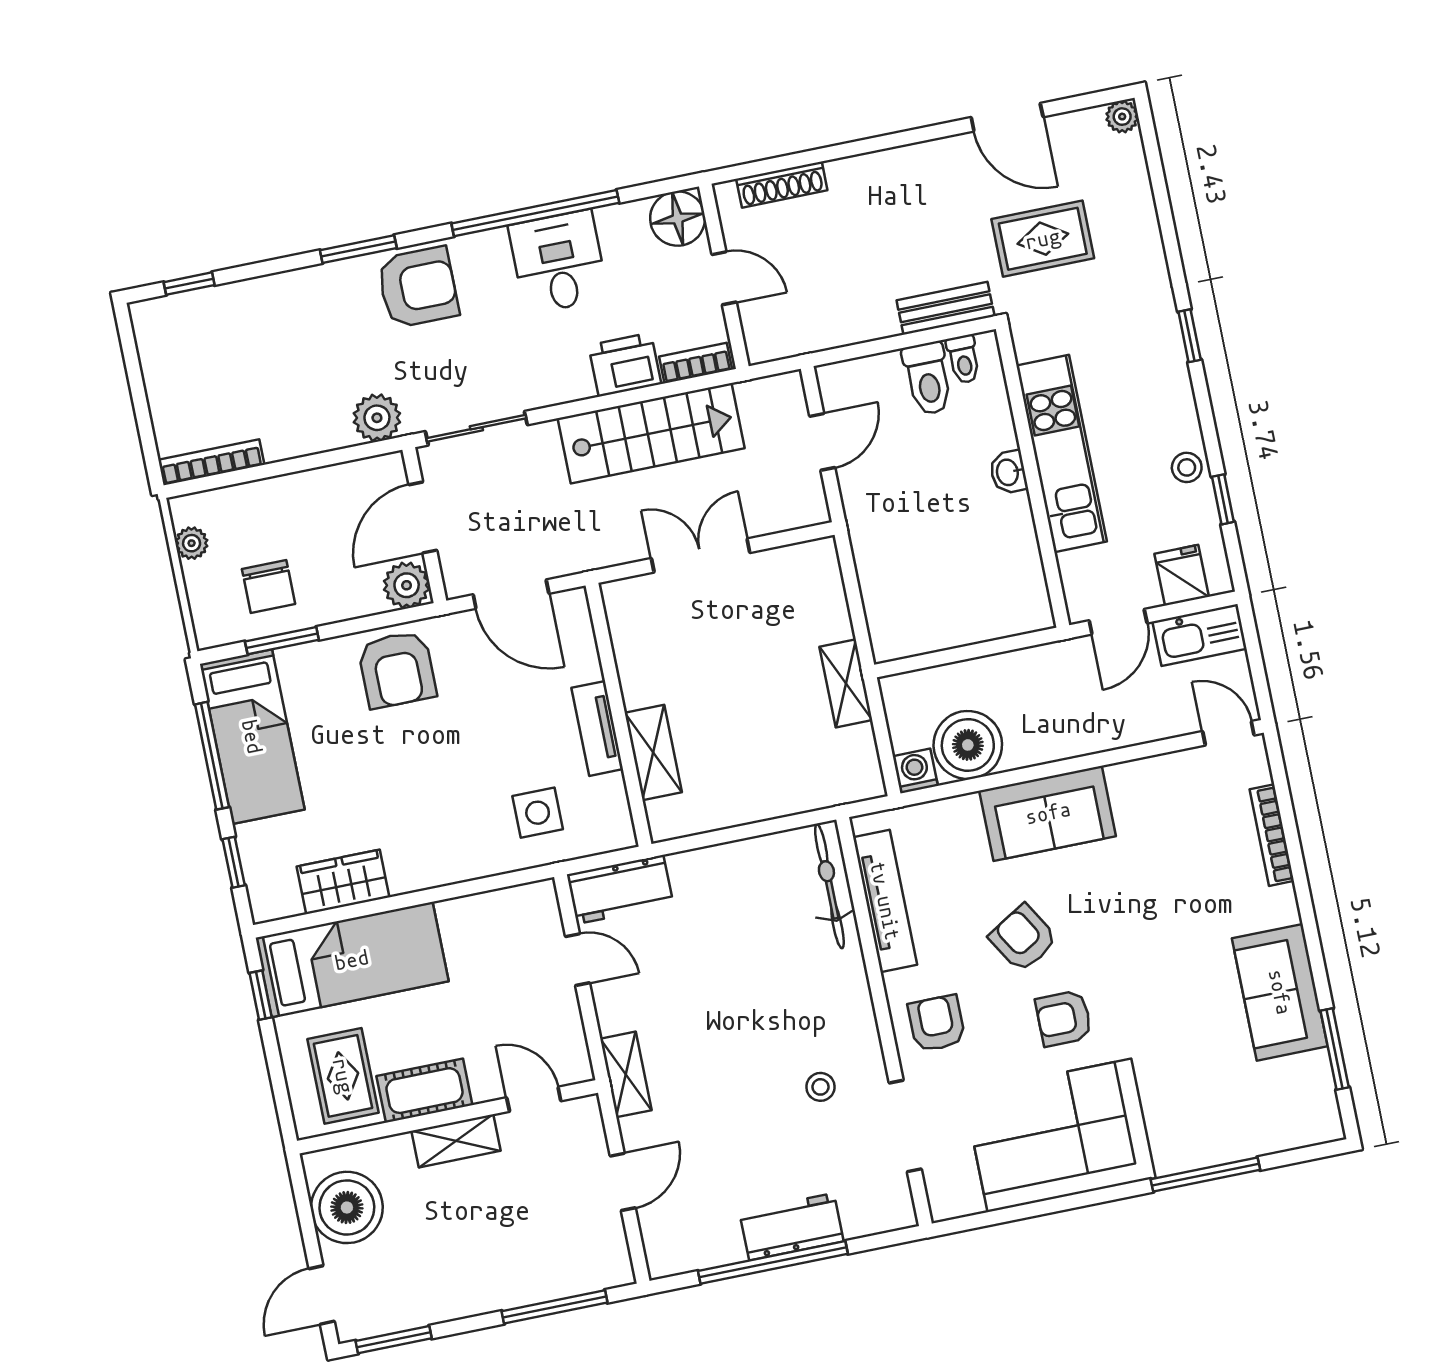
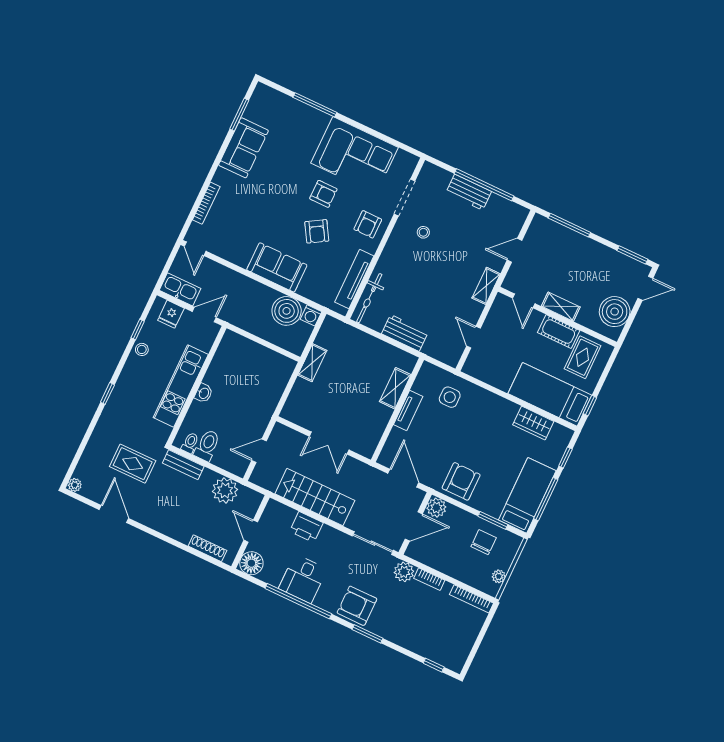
plant: (830, 319) -> (225, 490), added
bookcase: (696, 363) -> (429, 579), moved
workbench: (620, 890) -> (405, 333), moved

